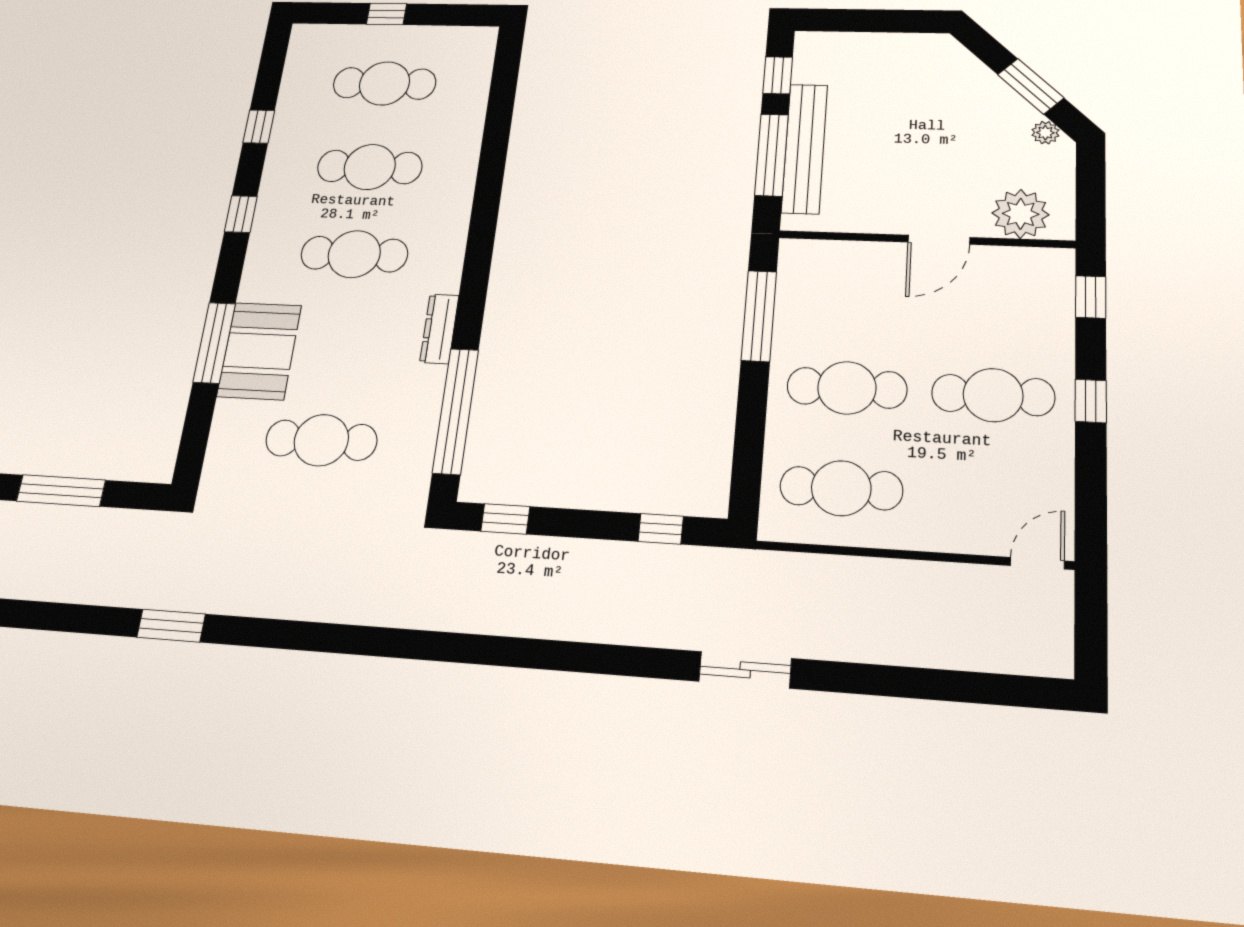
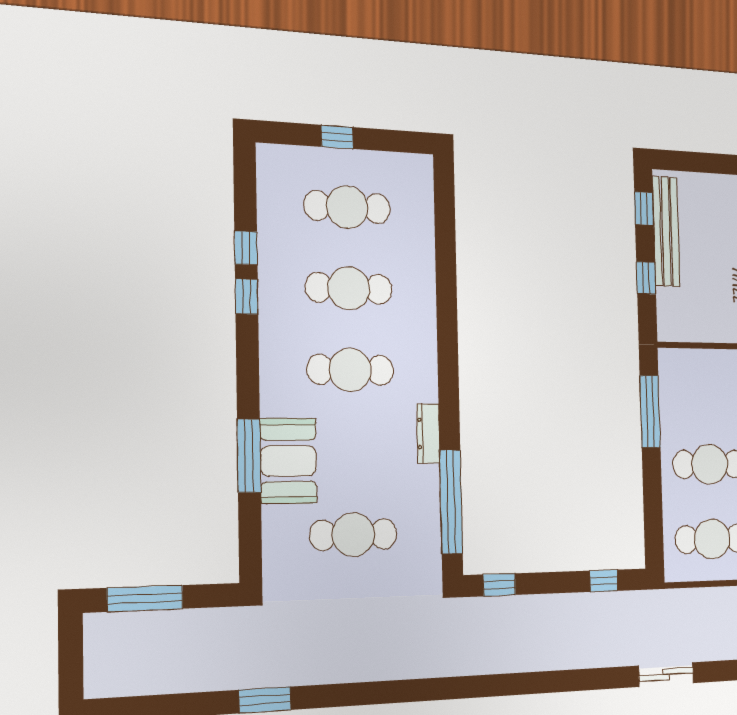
bench: (804, 148) -> (666, 232), moved
window: (772, 155) -> (646, 278), width x0.46
window: (241, 214) -> (247, 297), moved

